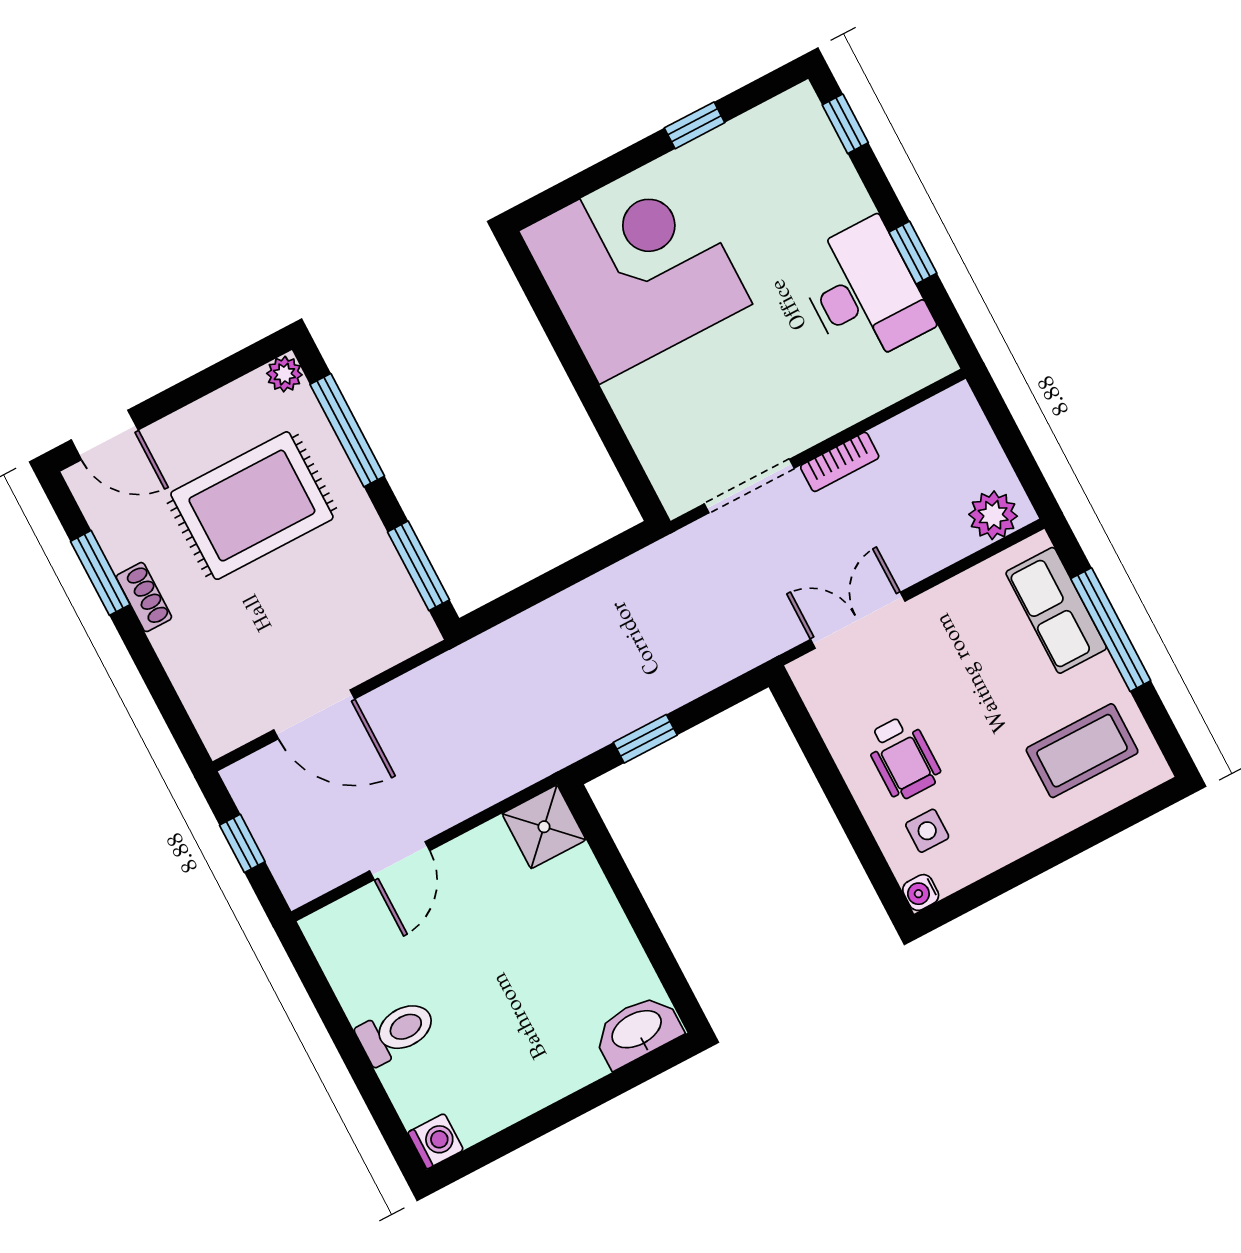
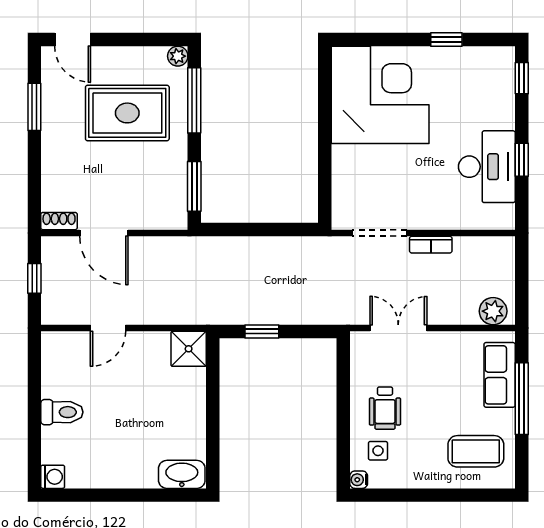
shoe rack: (144, 597) -> (59, 221), moved, turned -90

